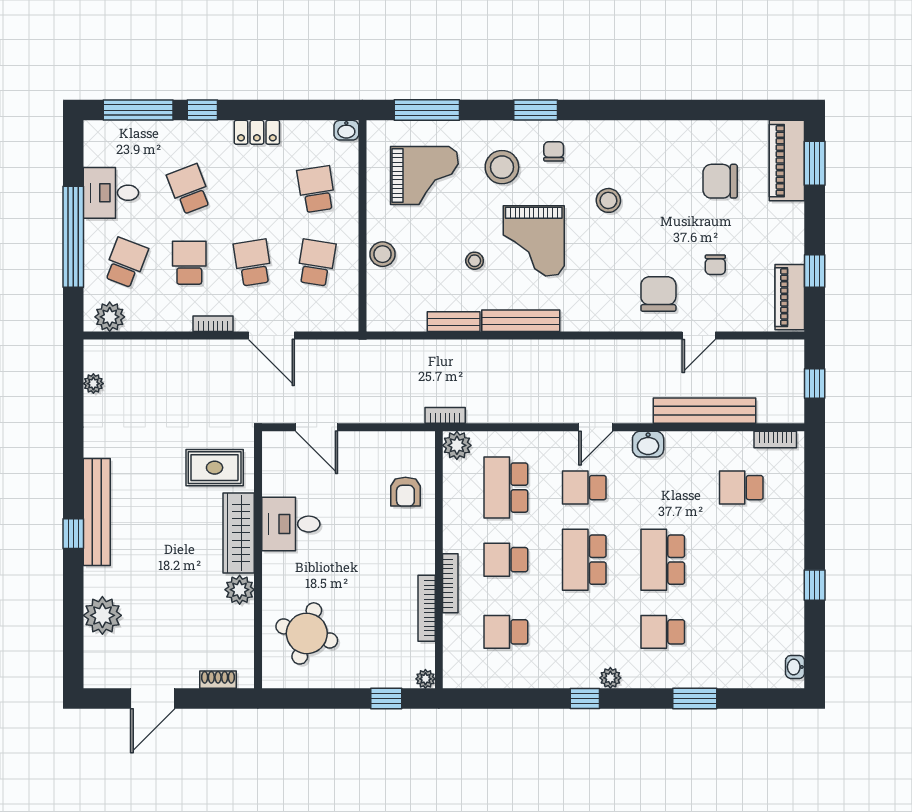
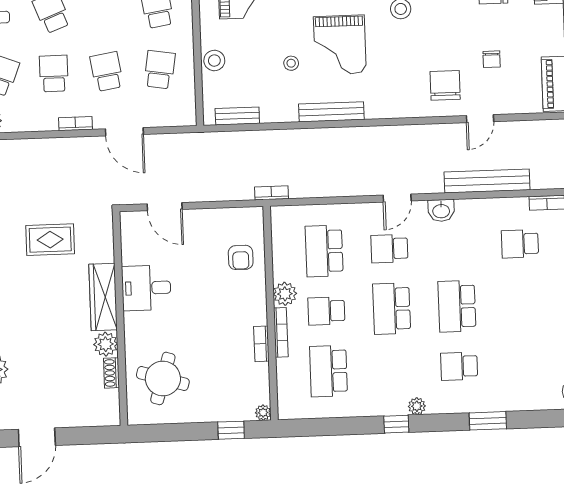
bench: (454, 322) -> (237, 116), moved
plant: (457, 445) -> (285, 294), moved
rug: (215, 468) -> (50, 240), moved
bookcase: (427, 608) -> (261, 344), width x0.64
school desk: (506, 632) -> (329, 371), width x1.85
shoe rack: (218, 680) -> (112, 373), moved, turned -90

